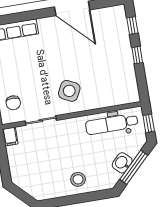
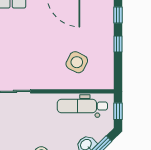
side table: (69, 91) -> (77, 62), moved

